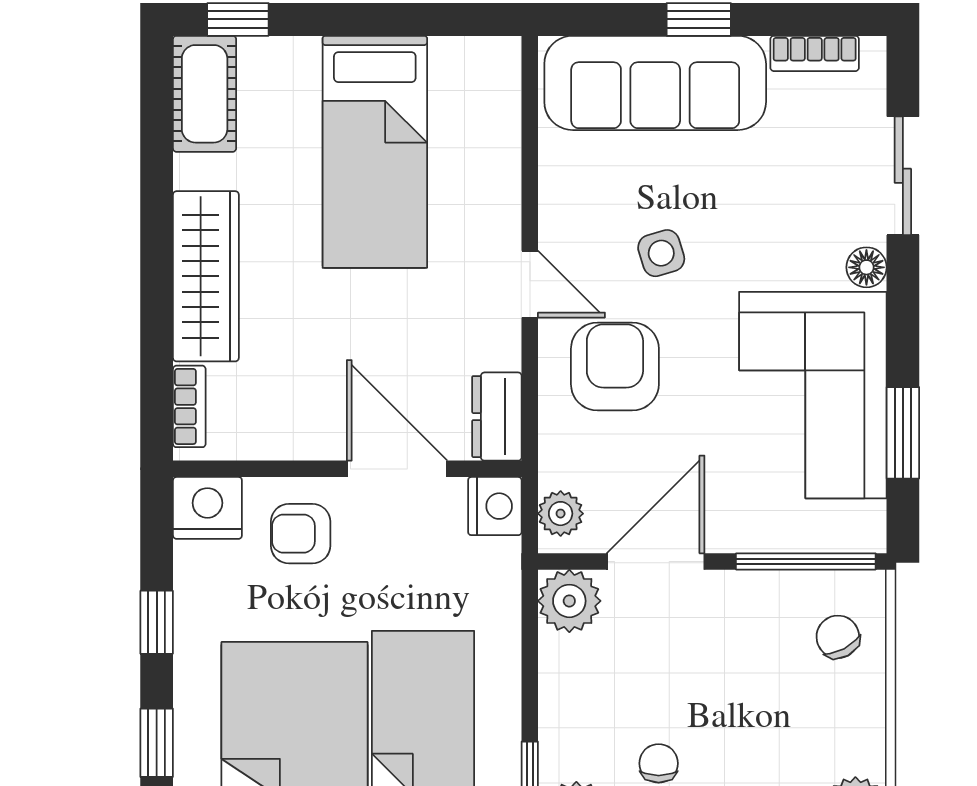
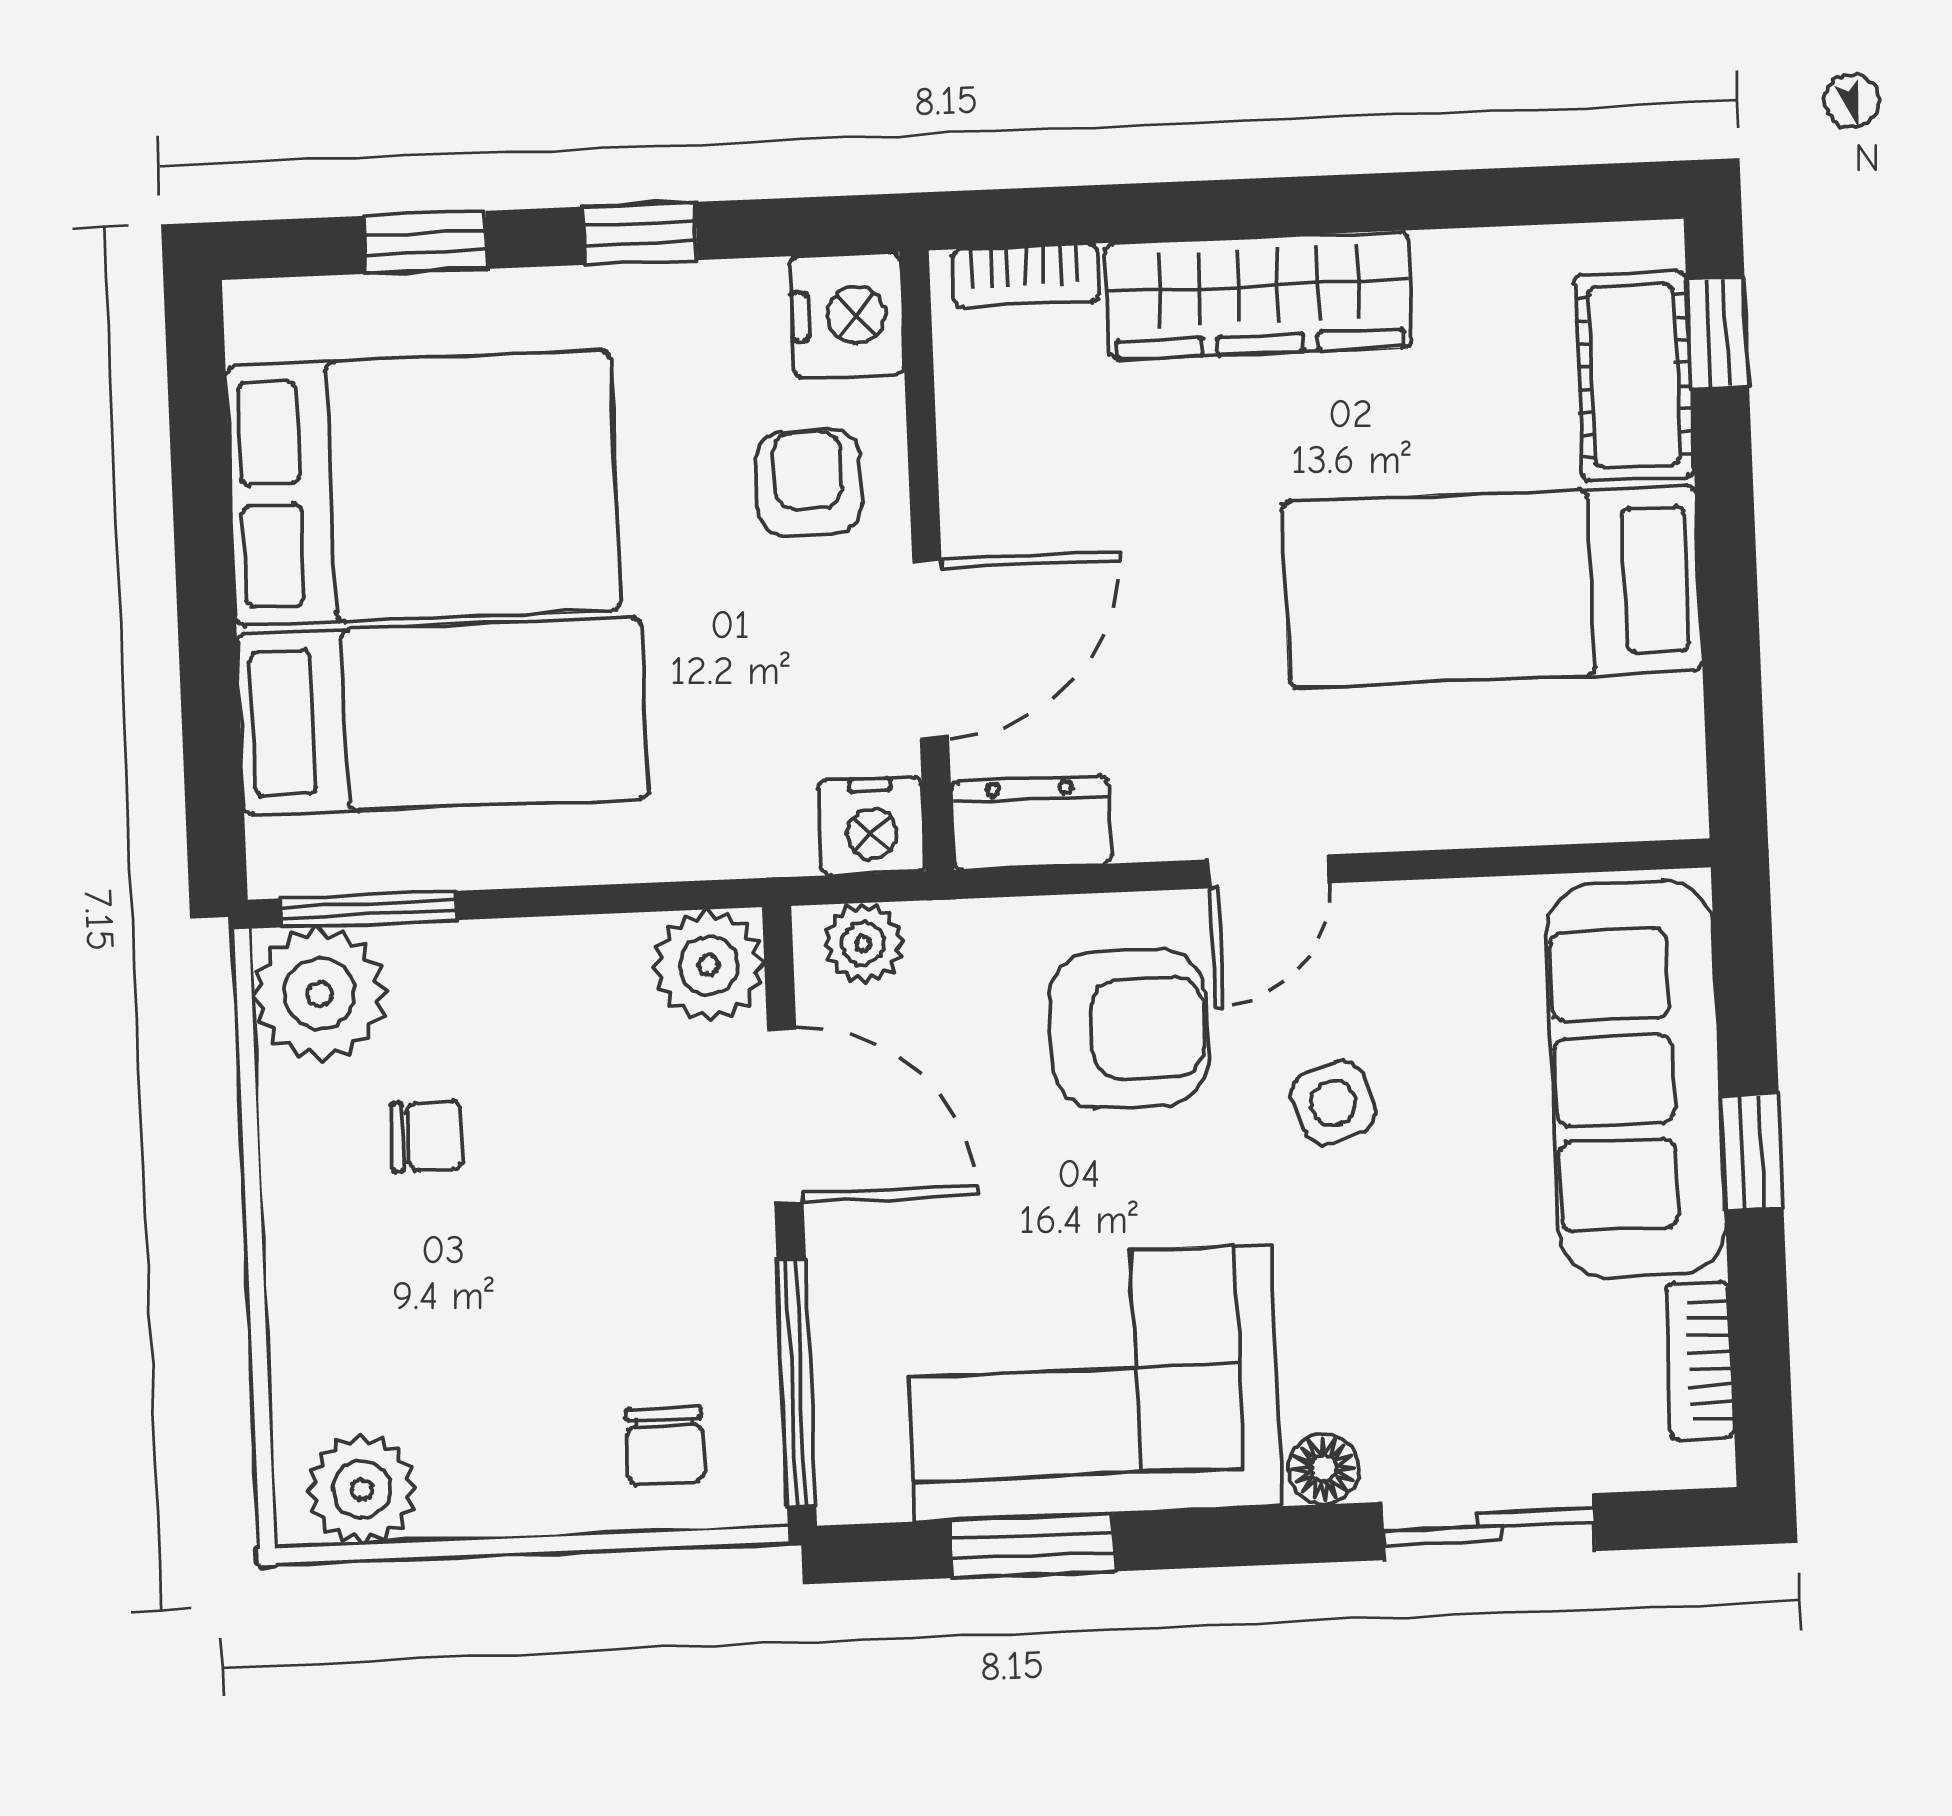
cot: (205, 94) -> (1634, 376), moved, turned 90
chair: (838, 637) -> (665, 1445), turned 118

